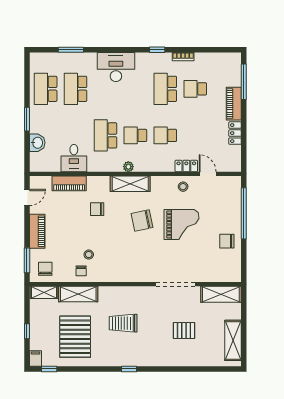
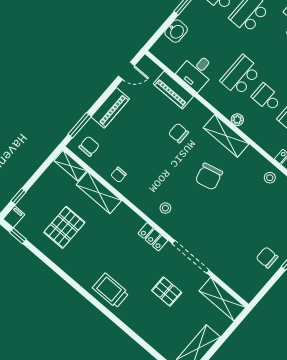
chair: (142, 221) -> (209, 176), turned -92
grand piano: (182, 224) -> (240, 209), removed
stool: (89, 255) -> (165, 208), moved
locker: (139, 293) -> (153, 237), added
trolley: (123, 323) -> (111, 291), moved
pallet: (184, 330) -> (167, 292), moved
window: (27, 331) -> (18, 196), moved
pallet: (75, 337) -> (64, 227), width x0.73, depth x0.71
window: (129, 369) -> (87, 295), removed

